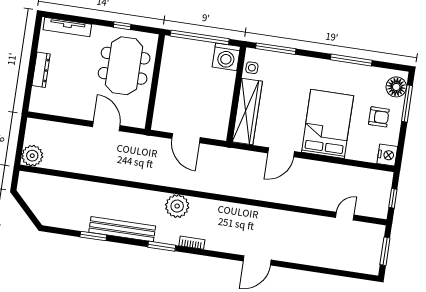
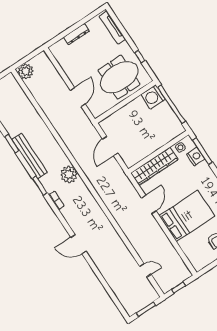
washing machine: (226, 57) -> (153, 97), moved
door: (281, 152) -> (149, 205), swing flipped
nightstand: (387, 155) -> (196, 156), moved, turned -90

